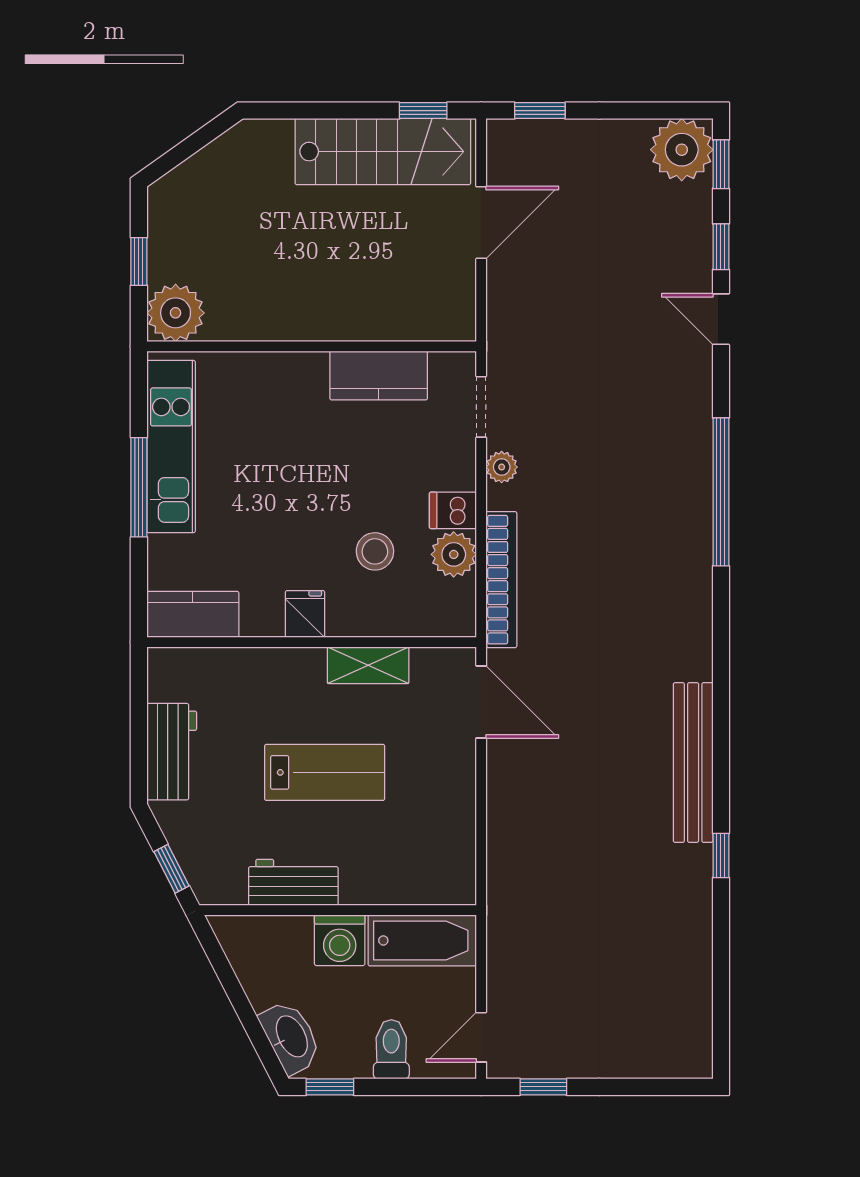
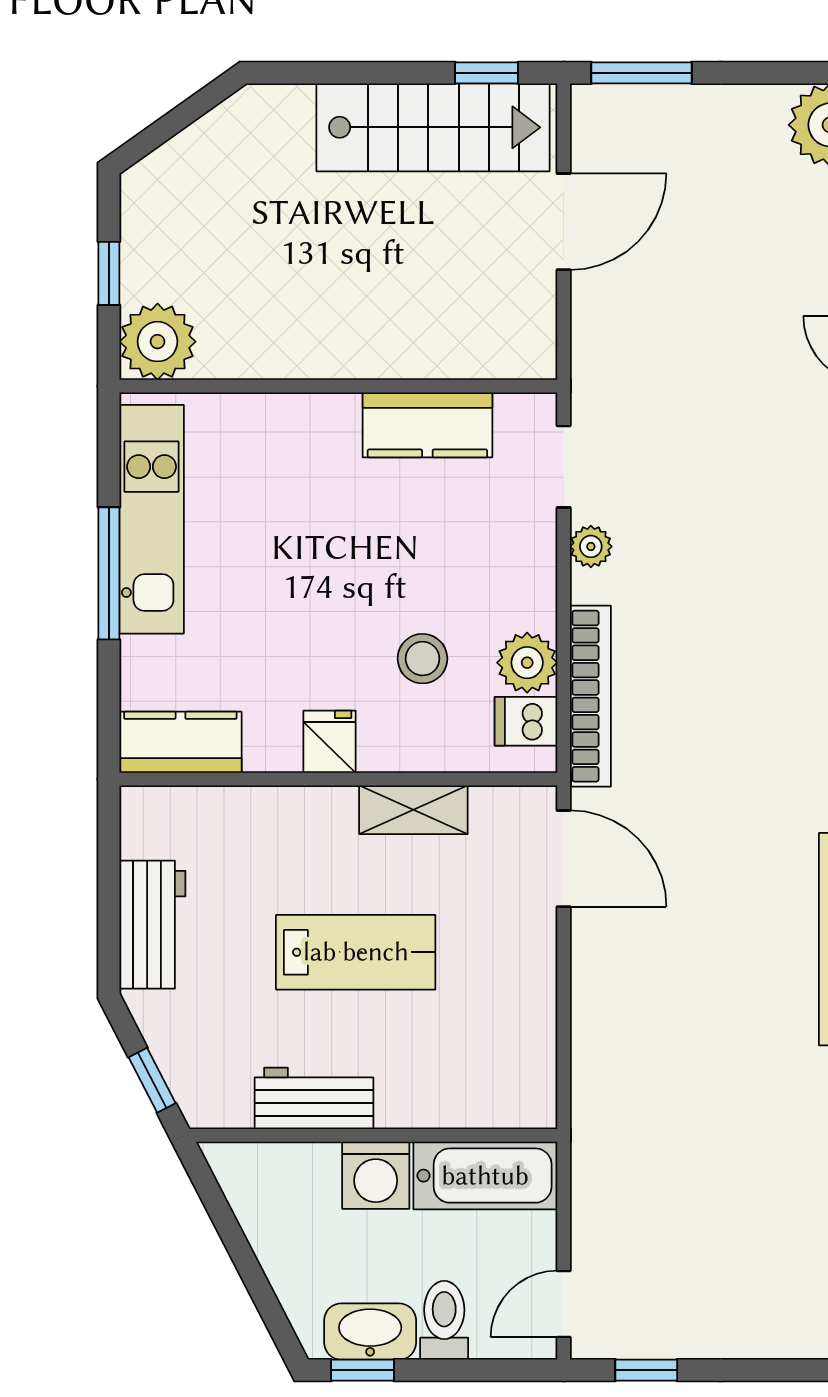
window: (540, 111) -> (642, 73), width x1.50
dishwasher: (453, 510) -> (526, 721), moved
washbasin: (291, 1037) -> (370, 1332), moved, turned -63

